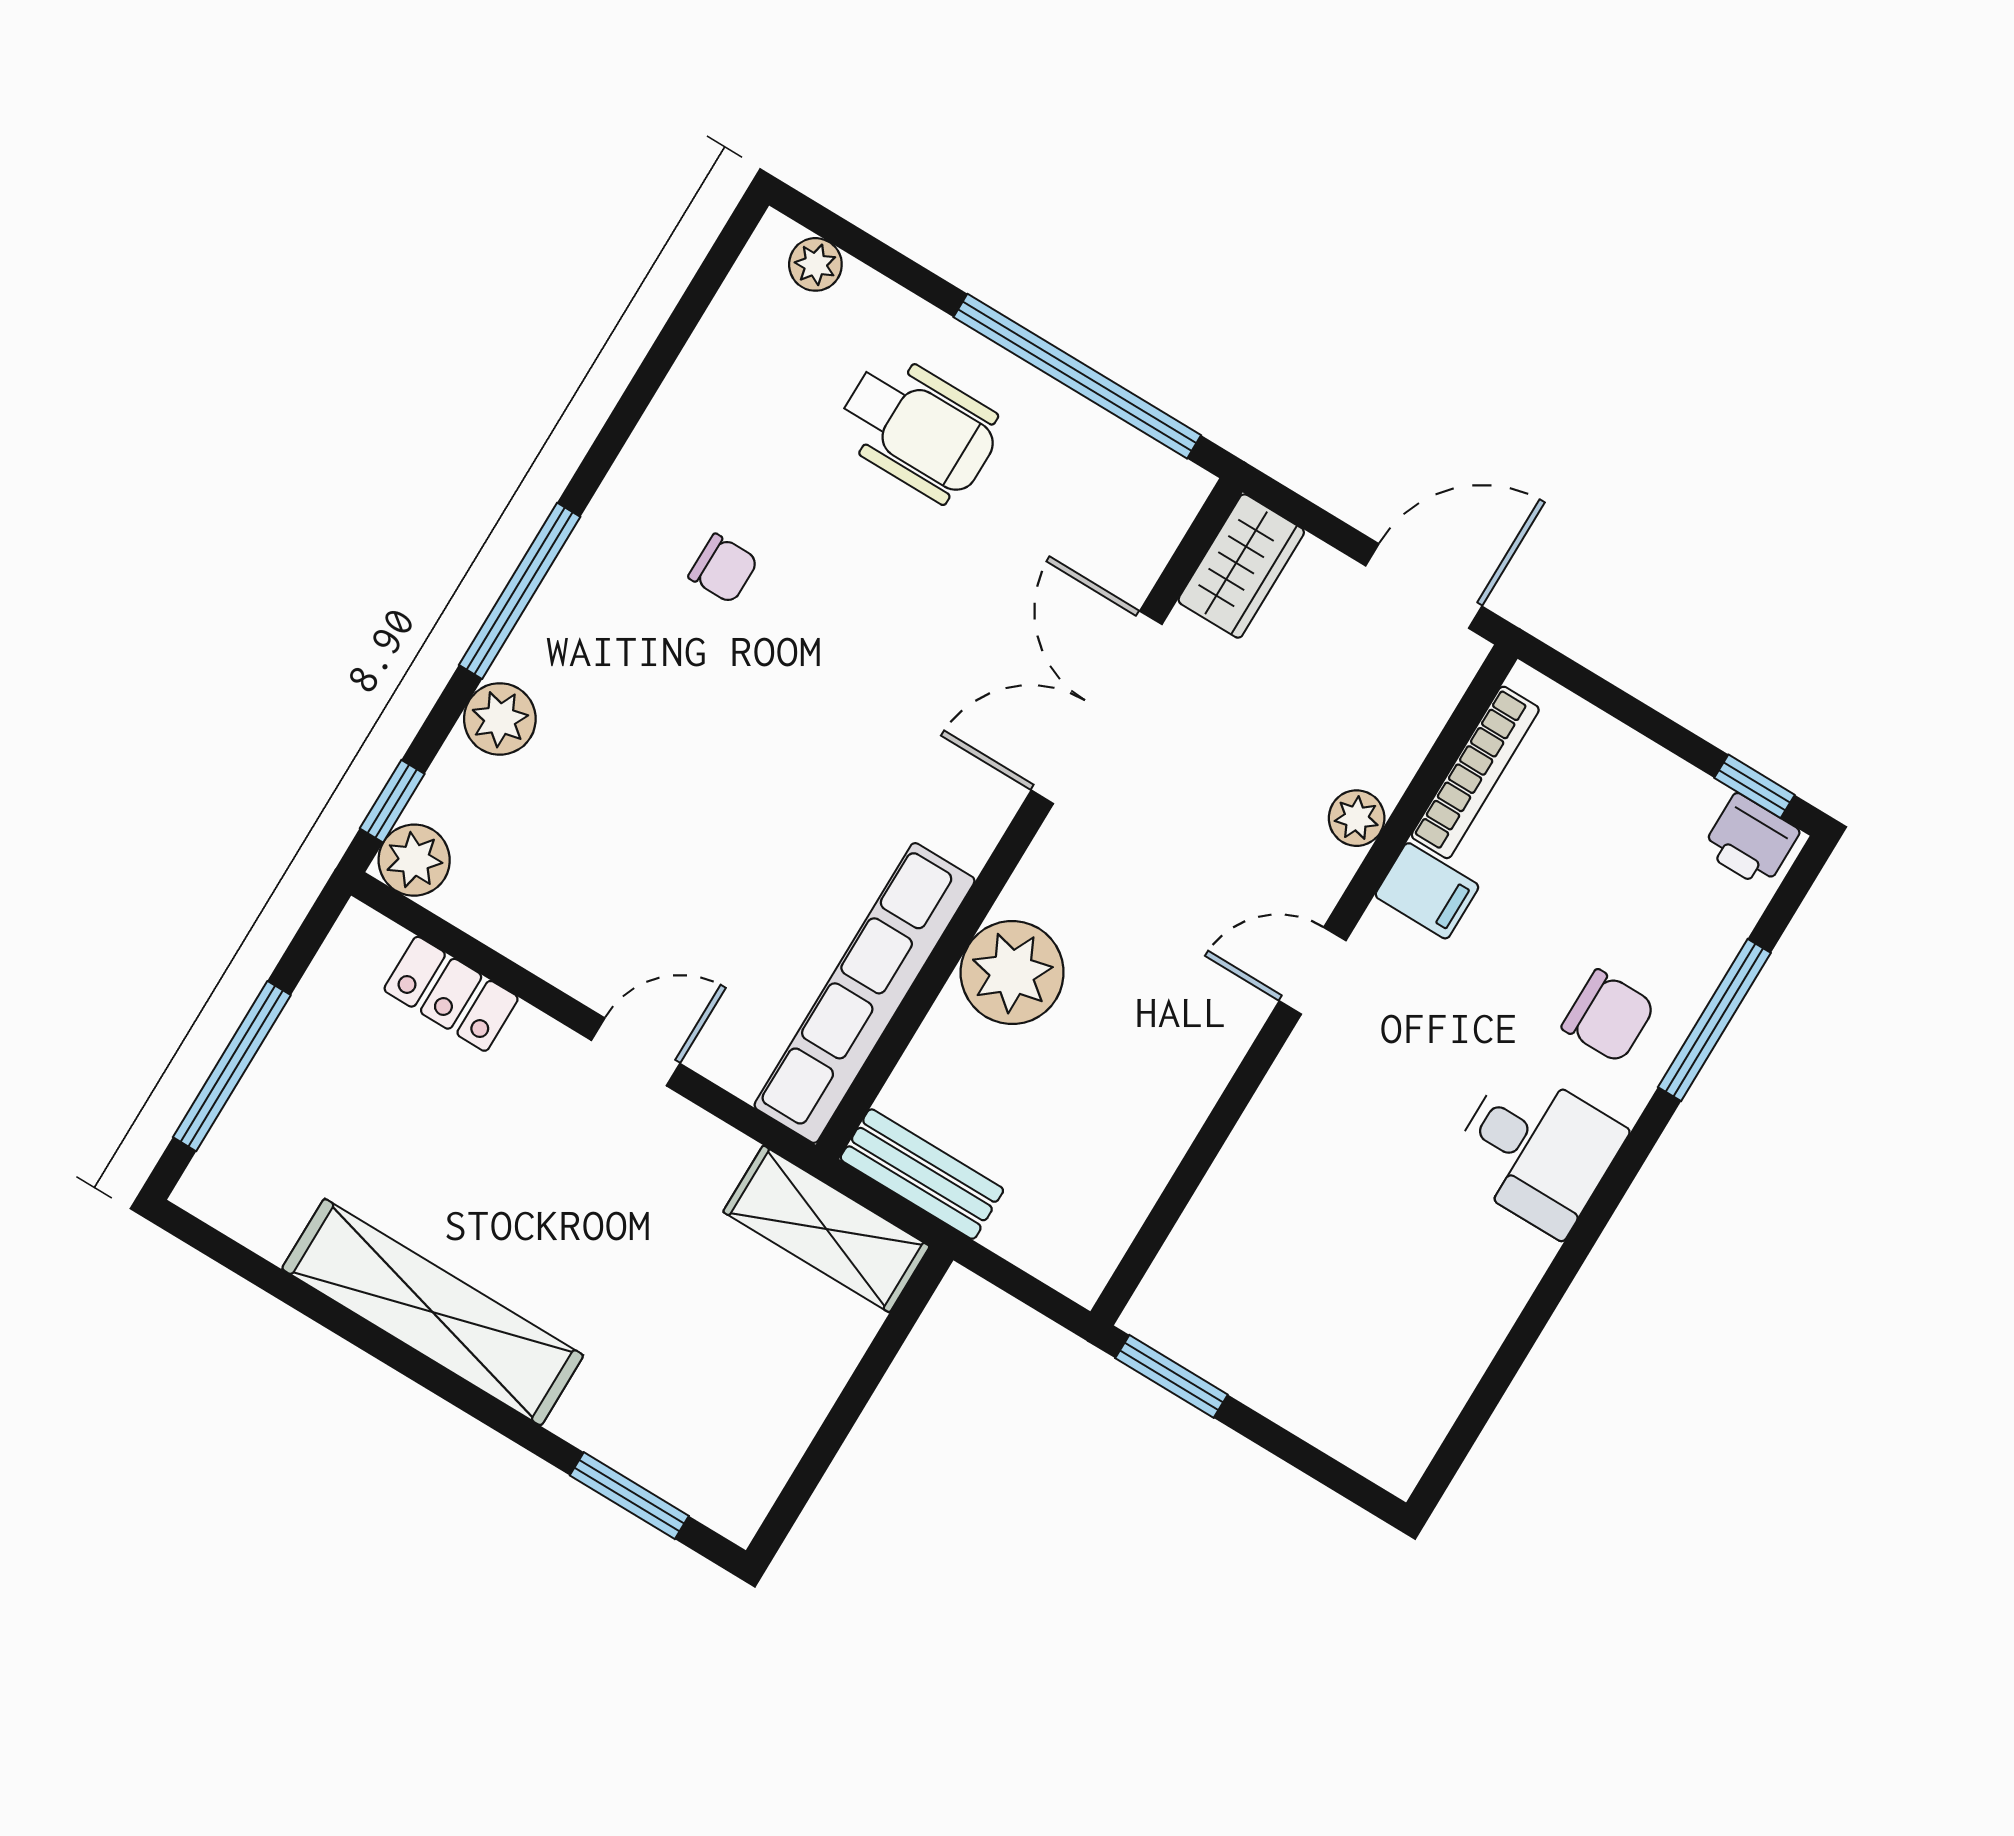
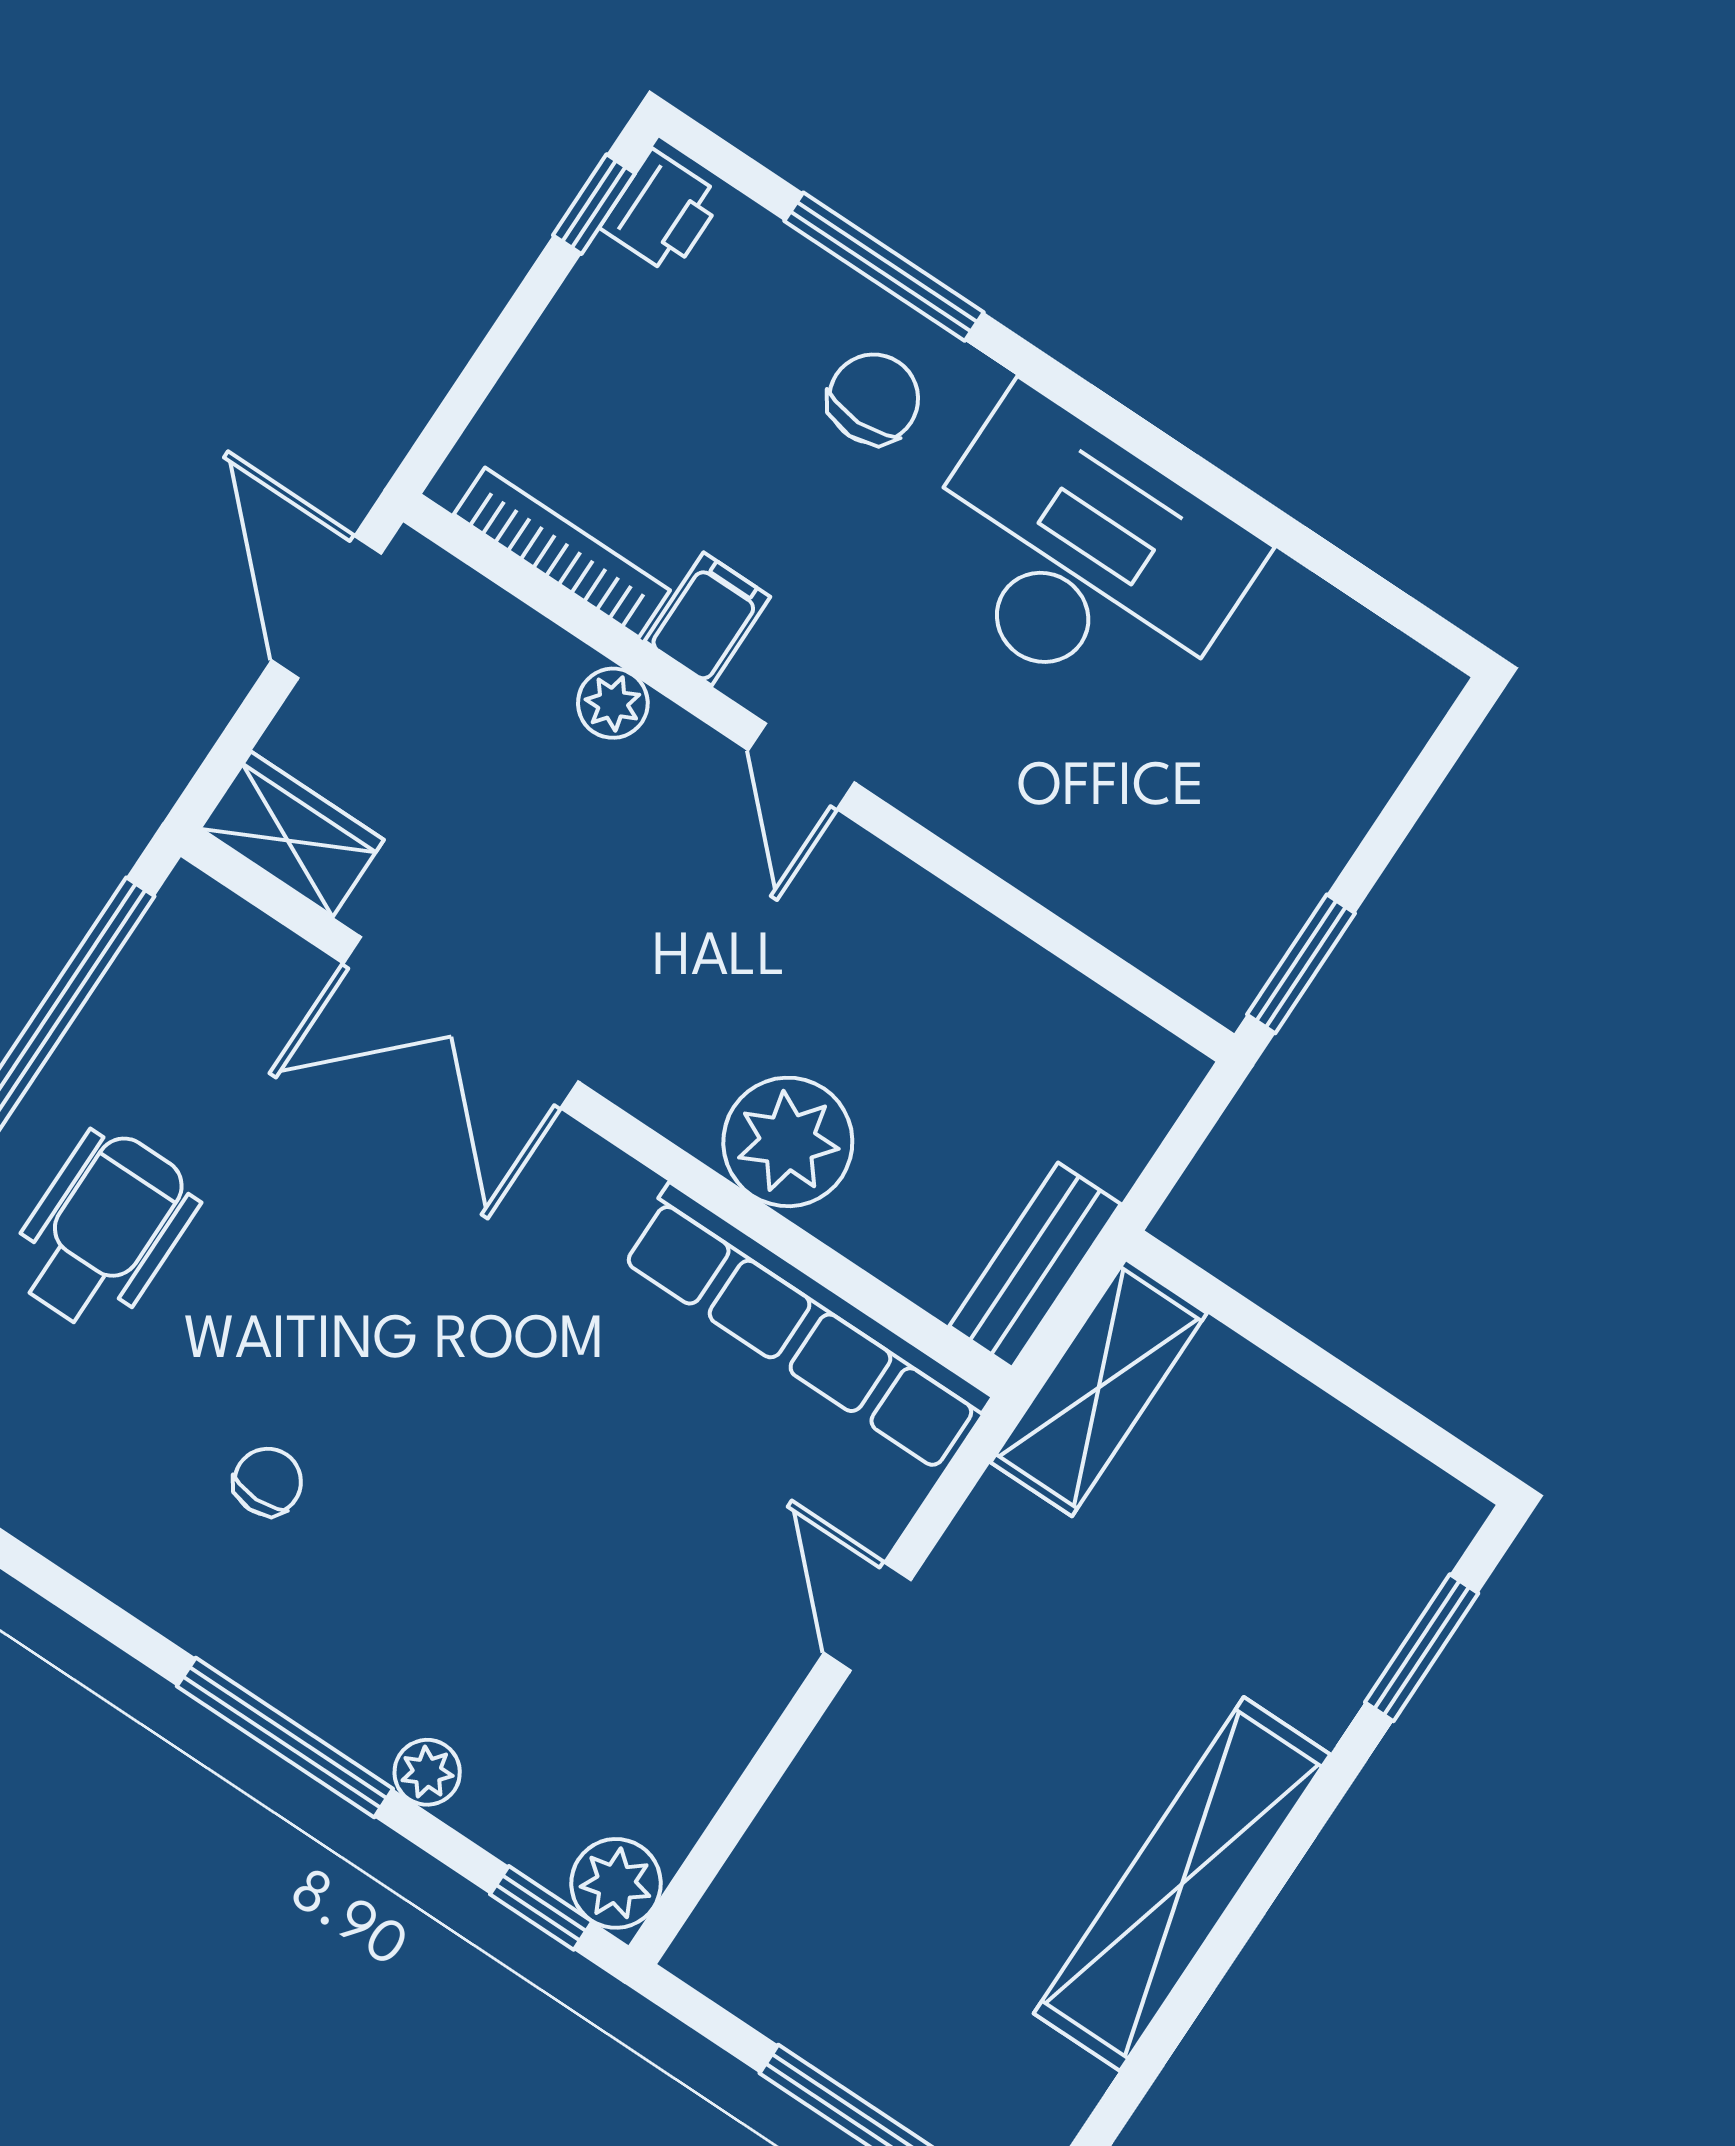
plant: (500, 719) -> (427, 1772), width x0.73, depth x0.73
locker: (451, 994) -> (785, 1844), removed
desk: (1537, 1150) -> (1082, 558), width x1.87, depth x1.30

